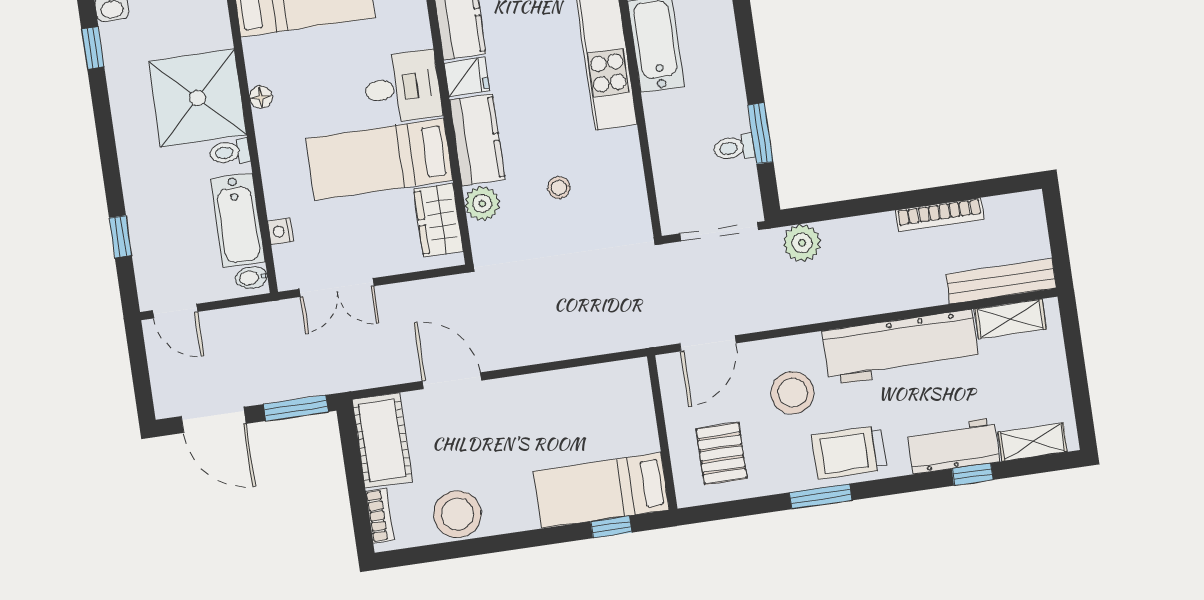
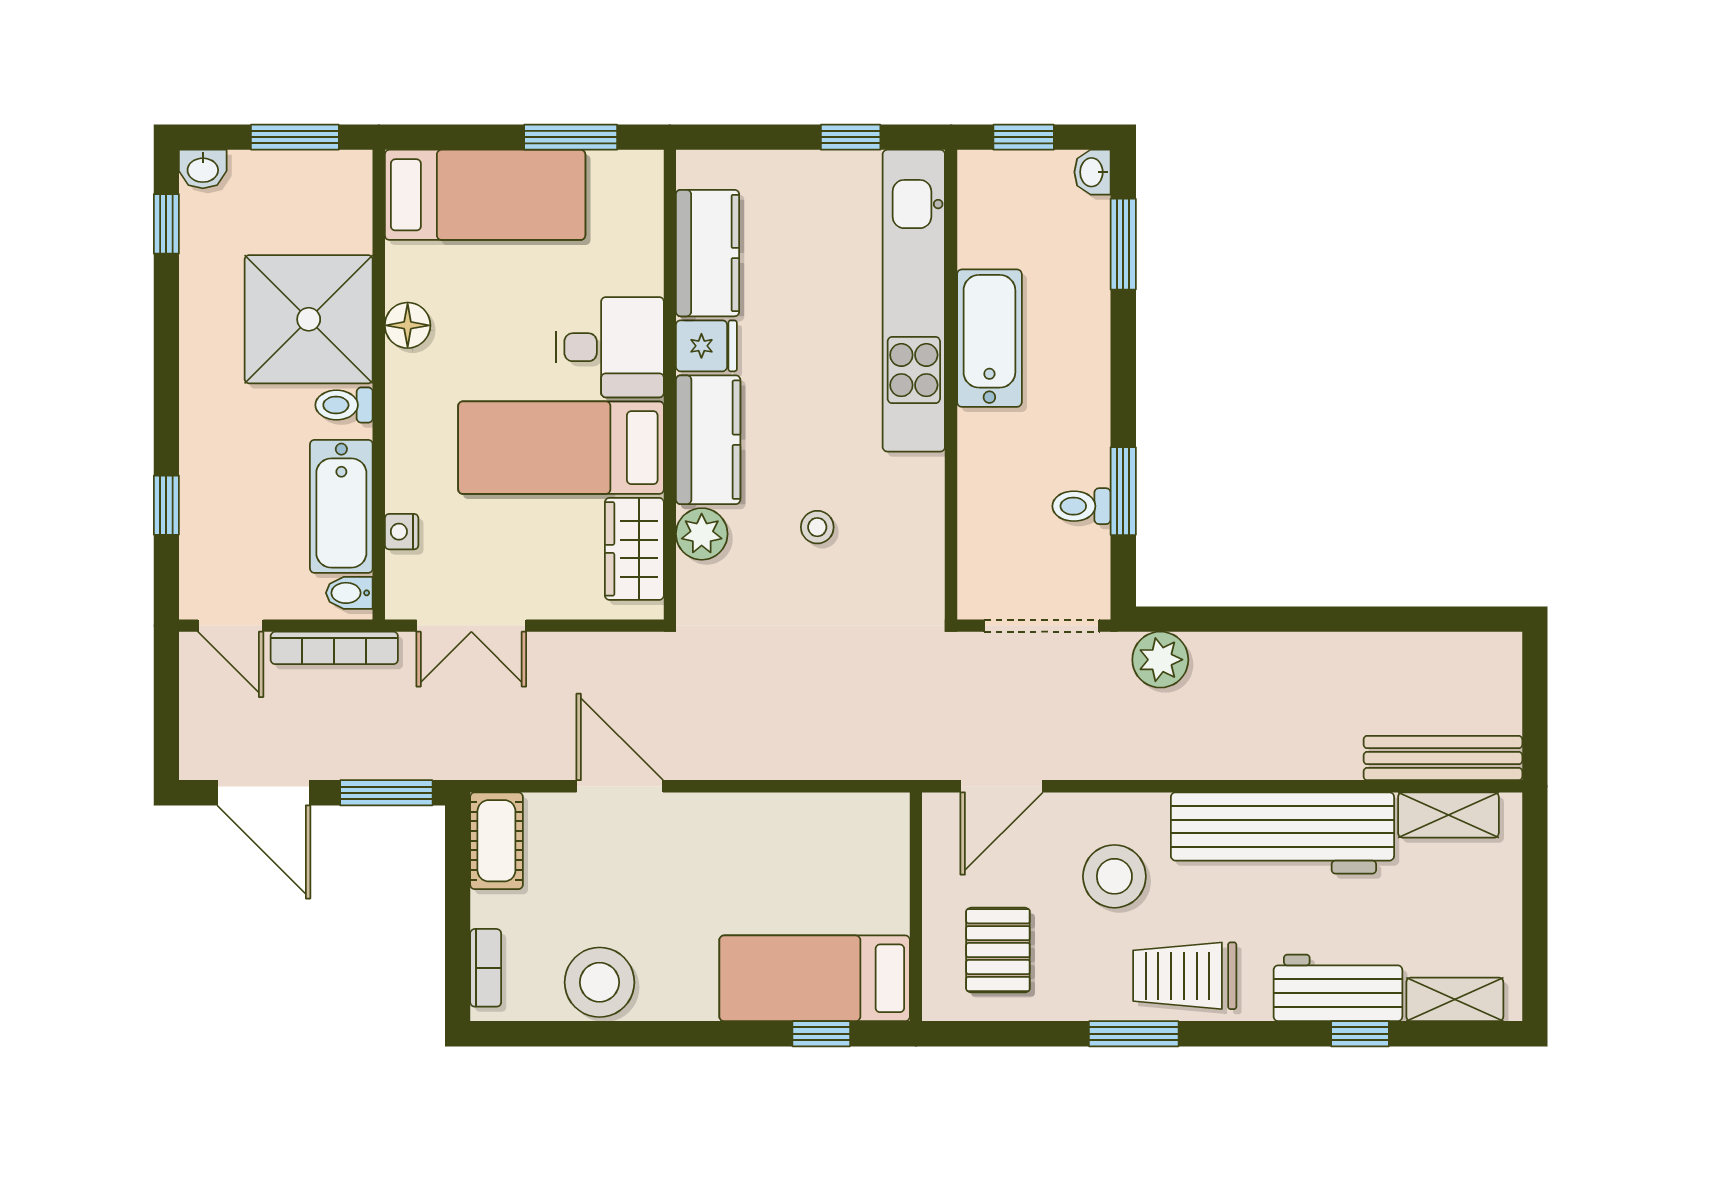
floor lamp: (261, 97) -> (408, 325), width x1.37, depth x1.37
bookcase: (940, 215) -> (334, 648), moved
cot: (382, 440) -> (496, 841), width x0.73, depth x0.75

